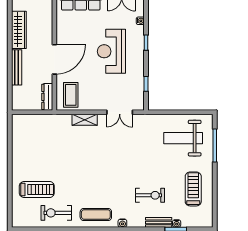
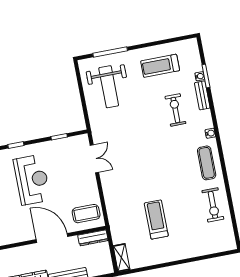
reception desk: (111, 51) -> (32, 180), turned -90
shelving: (85, 120) -> (122, 258), moved
treadmill: (37, 190) -> (156, 220), moved

